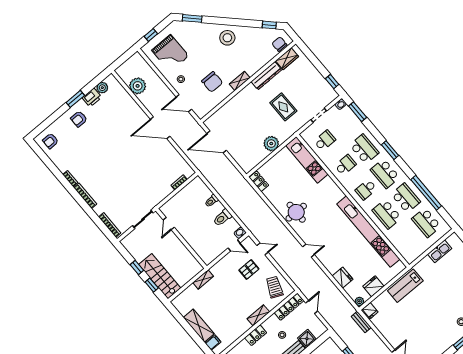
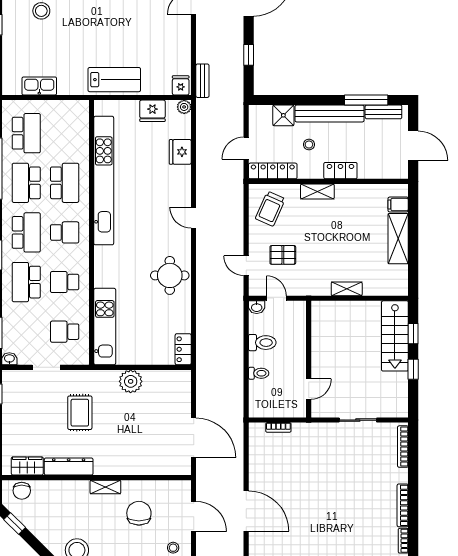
door: (169, 224) -> (309, 389), moved
wall: (181, 238) -> (309, 359), moved

